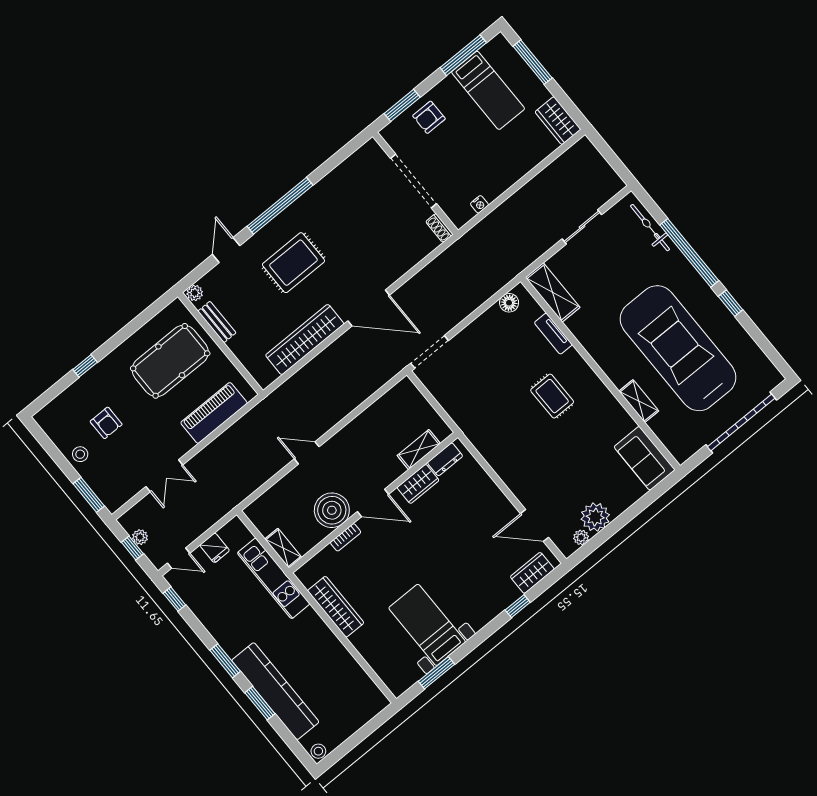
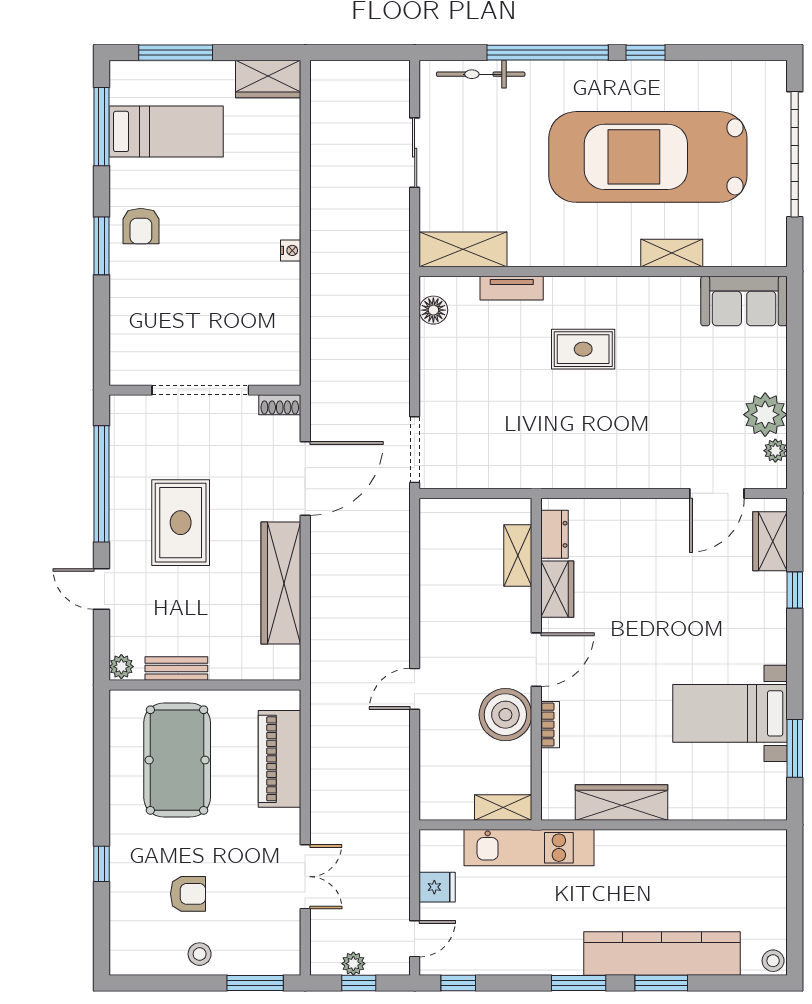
doorway: (413, 181) -> (200, 390), moved
wall: (415, 183) -> (205, 390), moved
shoe rack: (439, 228) -> (280, 405), moved

